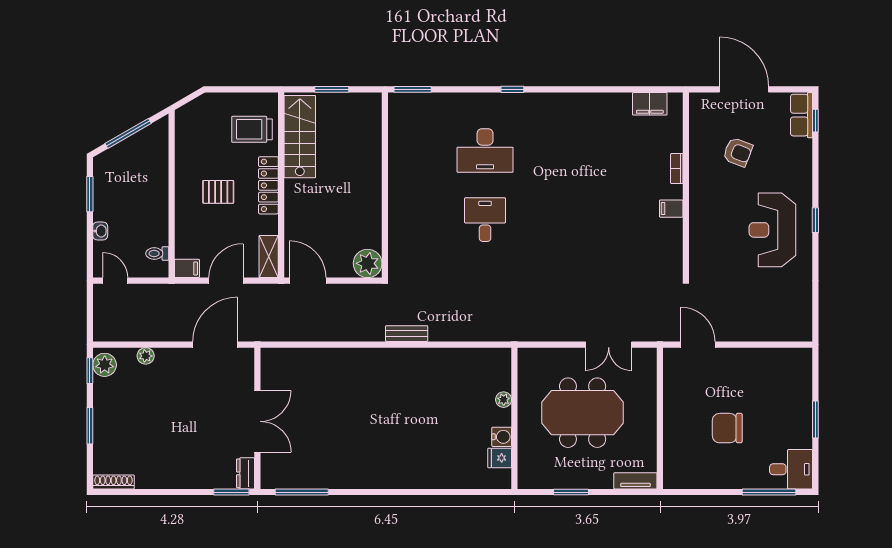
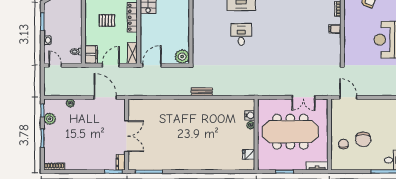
filing cabinet: (187, 268) -> (91, 54), width x2.00
door: (308, 281) -> (152, 65), hinge flipped
door: (215, 345) -> (105, 97), hinge flipped
plant: (105, 365) -> (50, 119), moved
meeting table: (583, 413) -> (290, 132), width x1.36
chair: (727, 428) -> (363, 139), turned -90
water cooler: (502, 437) -> (250, 115), moved
chair: (688, 437) -> (344, 144), added

